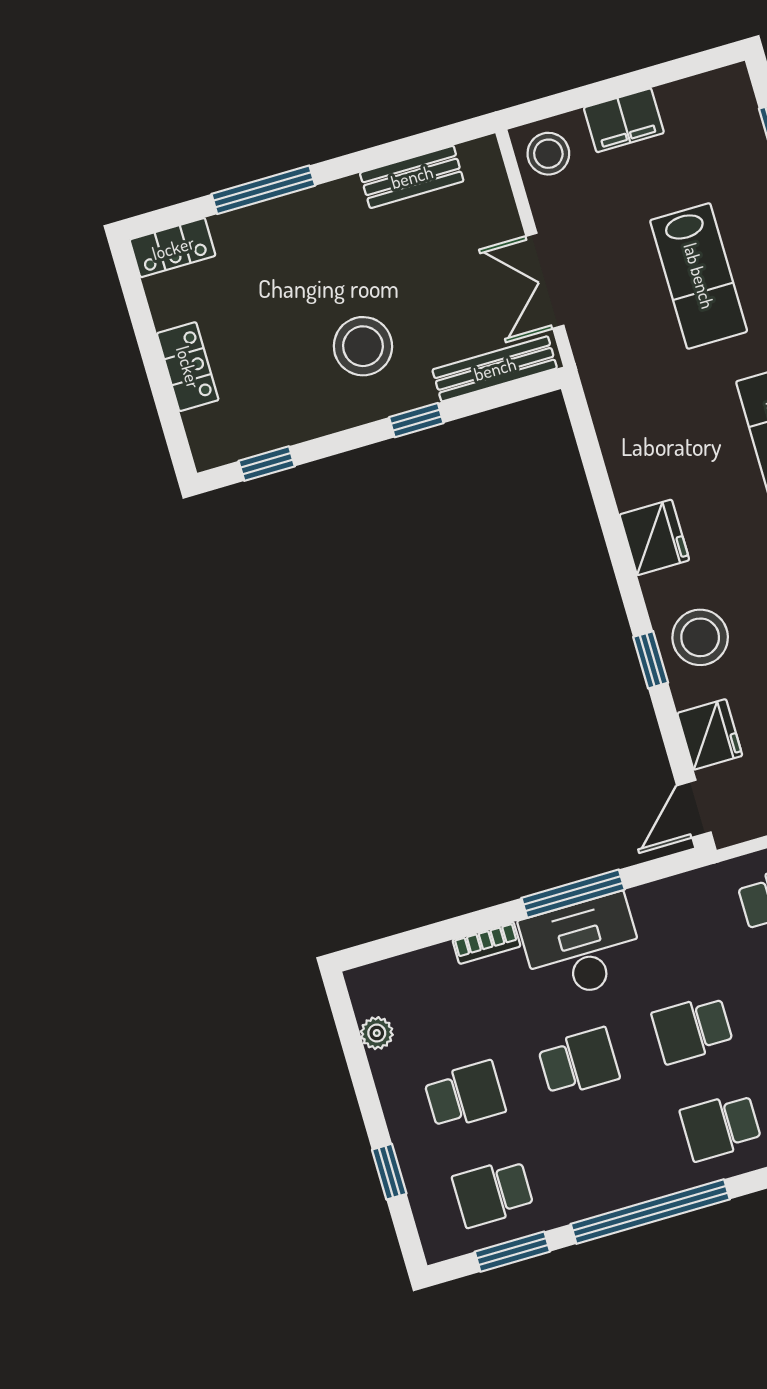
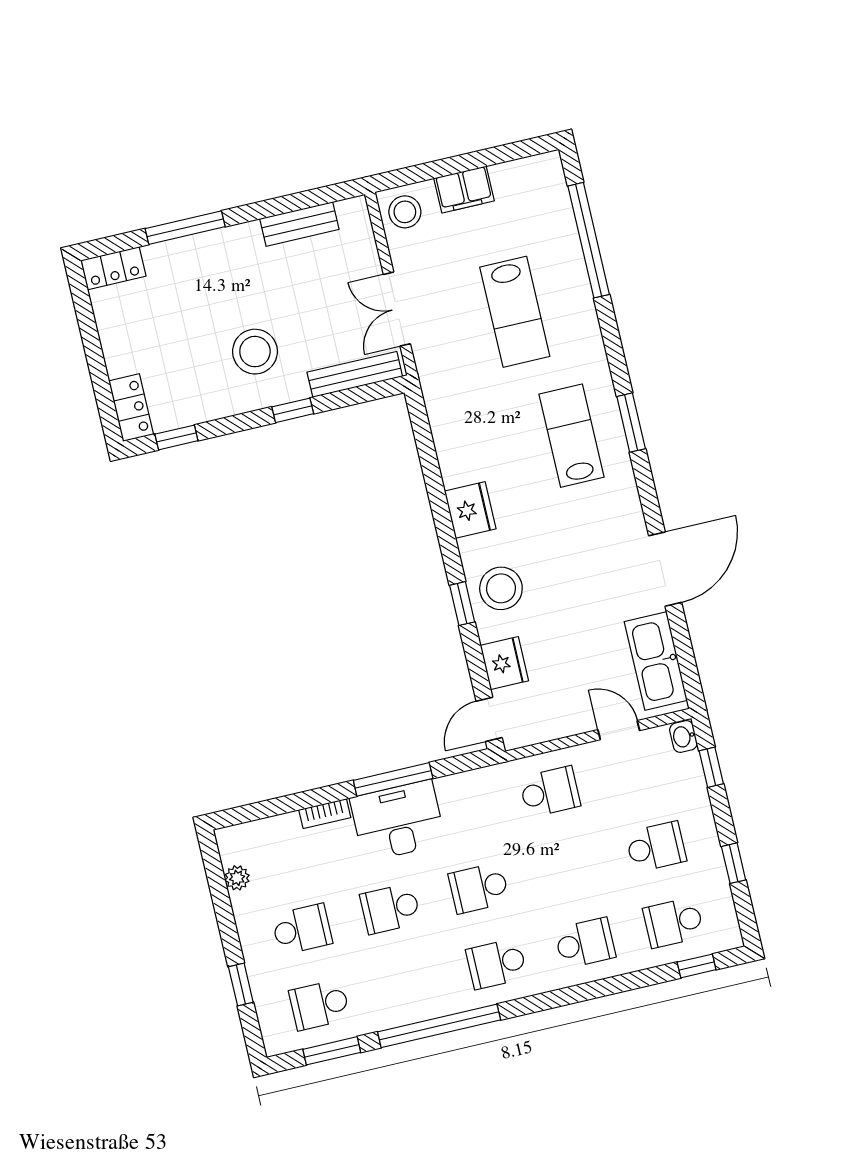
locker: (188, 367) -> (131, 408), moved
school desk: (579, 1062) -> (390, 909), turned 180

